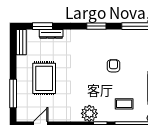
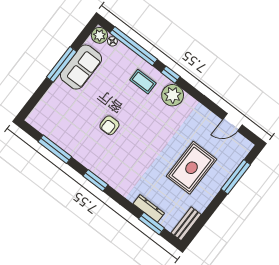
coffee table: (124, 104) -> (143, 82), moved

